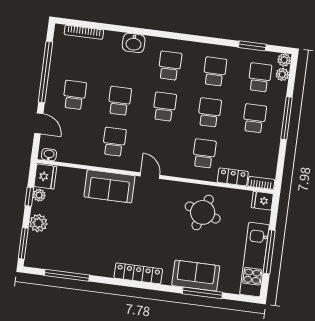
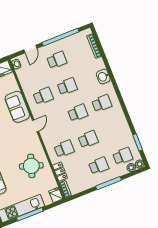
school desk: (215, 71) -> (112, 130), removed

